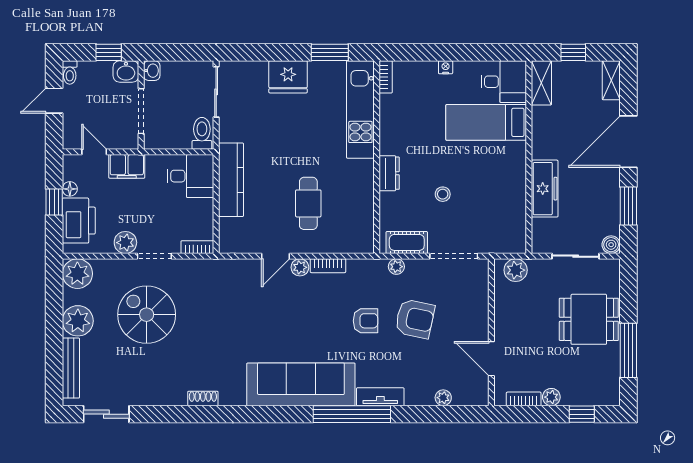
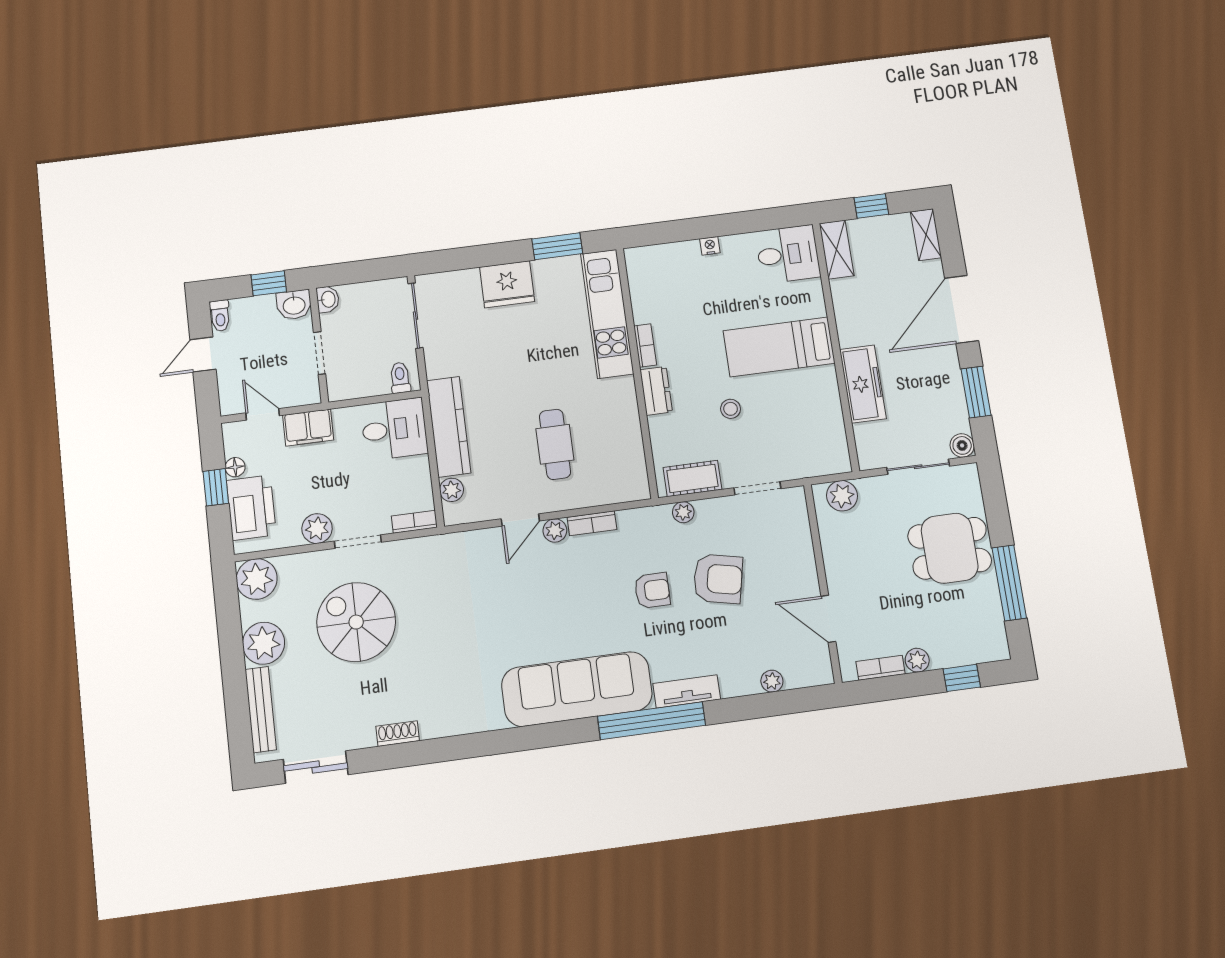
bookcase: (386, 77) -> (645, 345), moved
doorway: (141, 111) -> (320, 353), width x0.73
bed: (486, 122) -> (779, 347), moved
toilet: (202, 133) -> (400, 378), width x0.73, depth x0.72
plant: (228, 227) -> (452, 490), added
doorway: (454, 256) -> (757, 488), width x0.73
shoe rack: (203, 398) -> (398, 734), moved

